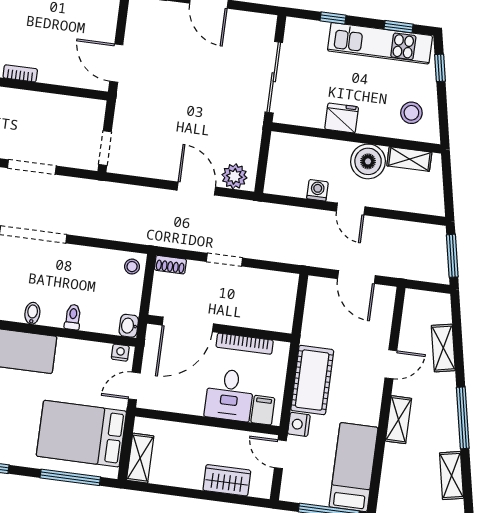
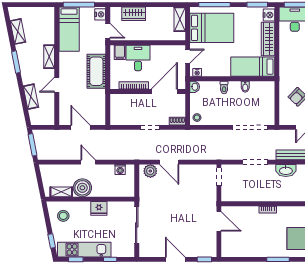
washing machine: (317, 190) -> (120, 169), moved
window: (463, 418) -> (16, 62), width x0.69
nightstand: (299, 424) -> (100, 14), moved

